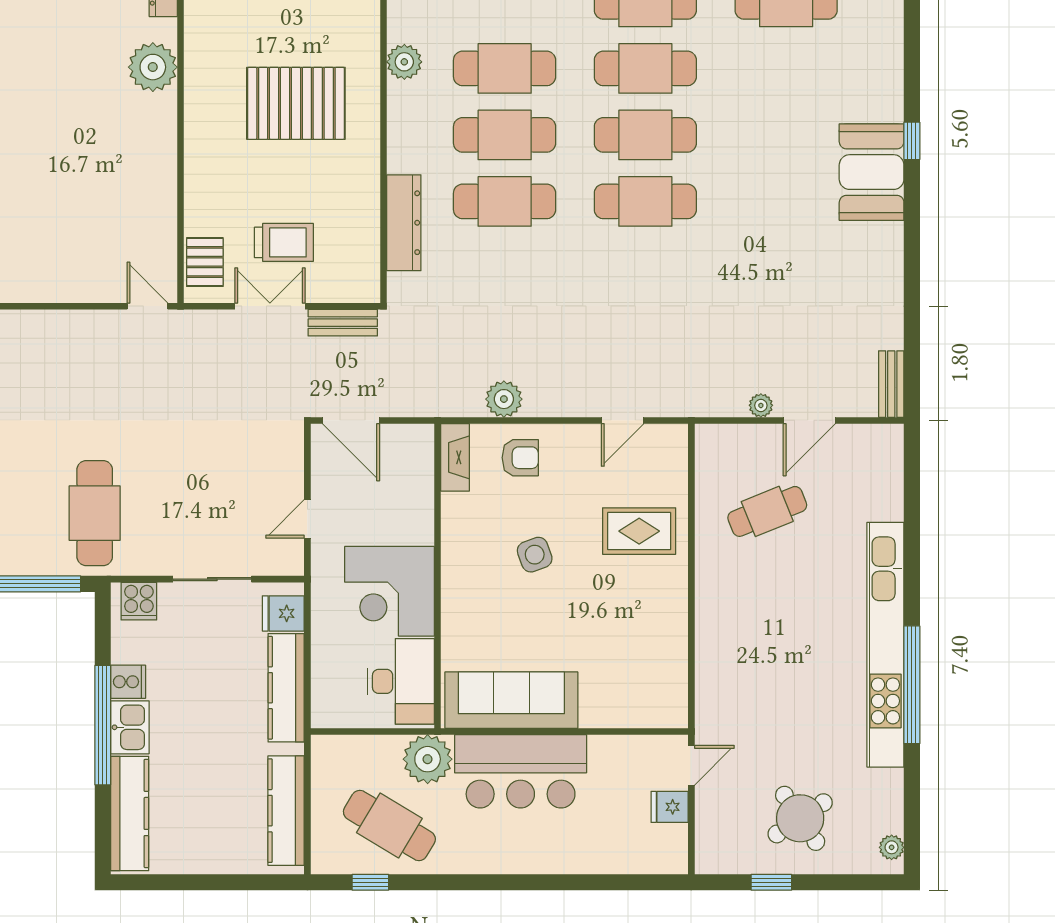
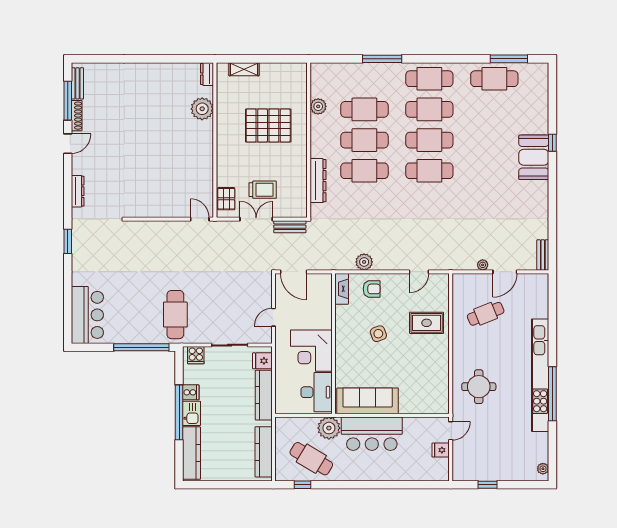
round table: (800, 818) -> (479, 387), moved, turned 34

